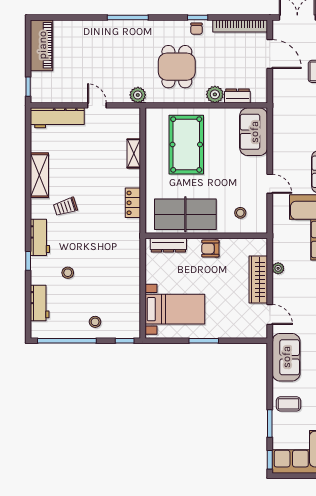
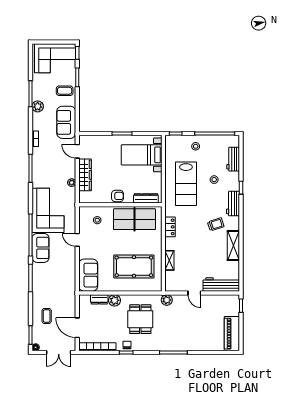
pool table: (186, 145) -> (134, 266), turned 90
lab bench: (109, 267) -> (186, 184), added

